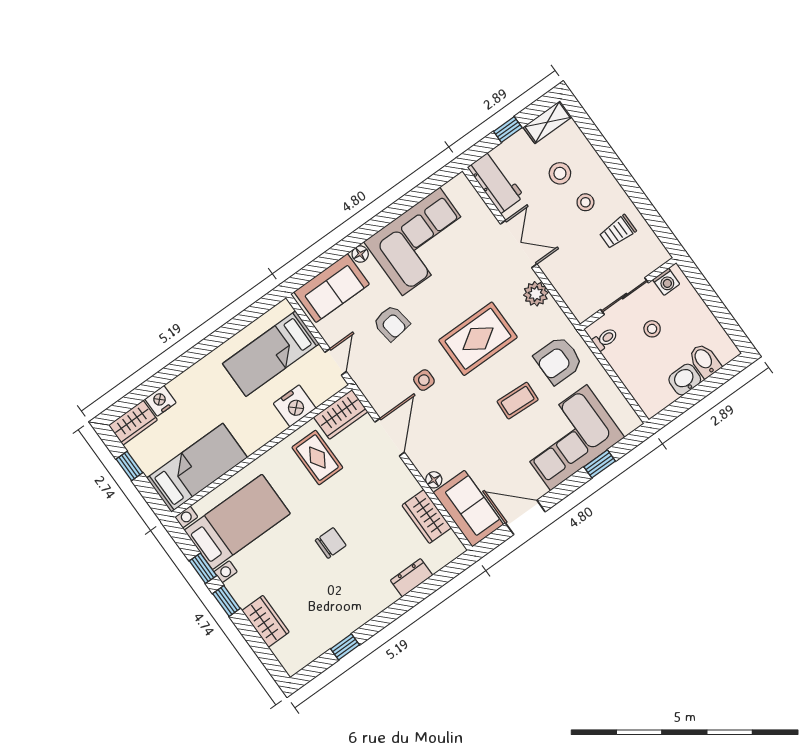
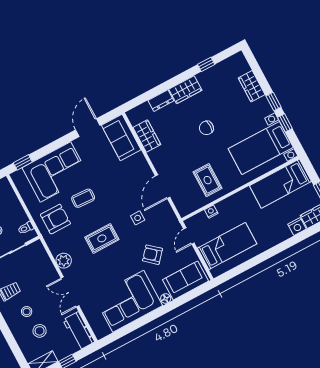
armchair: (391, 323) -> (152, 255), turned -41
rug: (478, 339) -> (102, 238), width x0.73, depth x0.70
nightstand: (295, 406) -> (211, 212), width x0.53, depth x0.56
wardrobe: (341, 414) -> (185, 90), moved, turned 180
window: (600, 464) -> (23, 162), moved
floor lamp: (434, 480) -> (140, 157), removed
door: (525, 517) -> (88, 128), swing flipped

